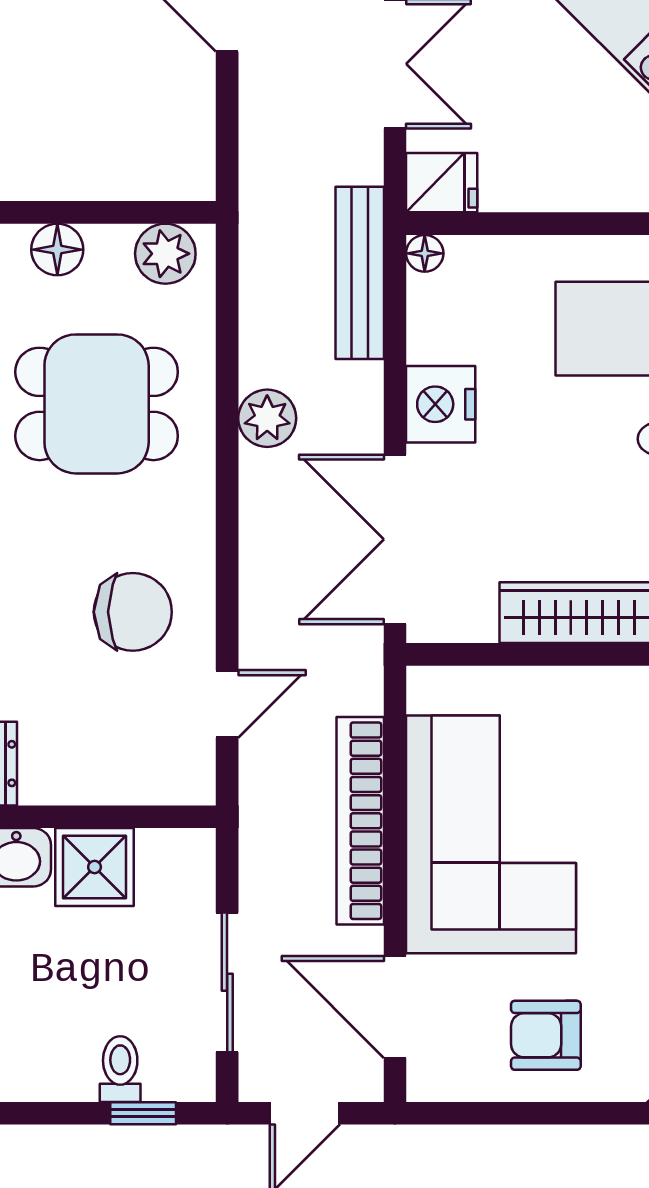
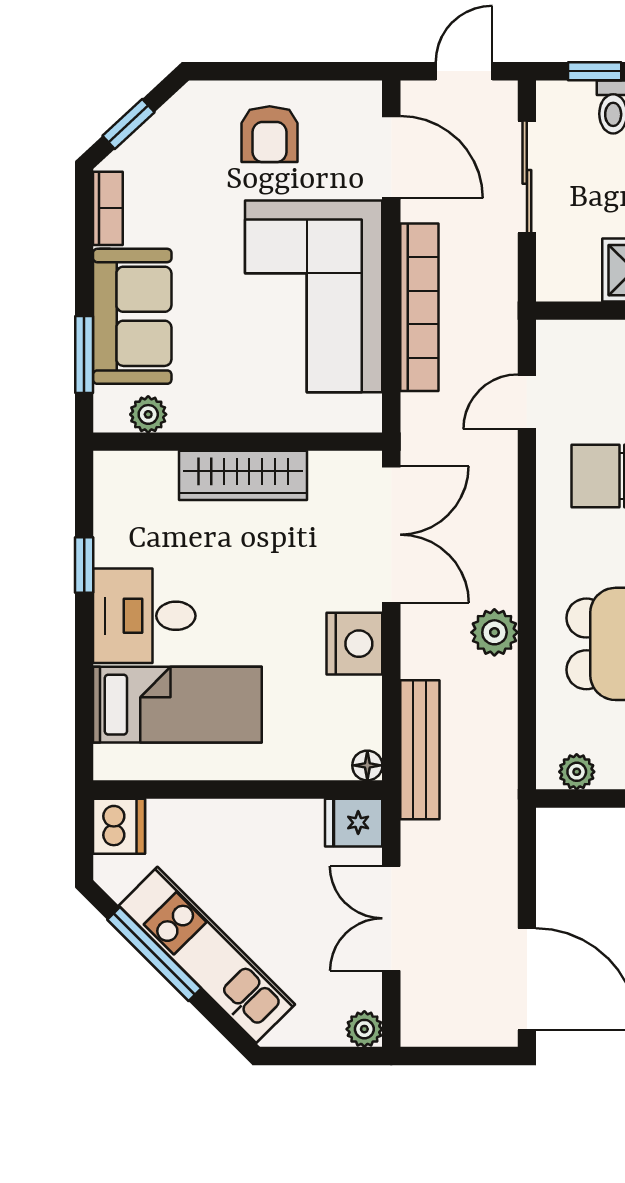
plant: (165, 254) -> (577, 772), width x0.73, depth x0.73
armchair: (546, 1035) -> (270, 134), turned 90

